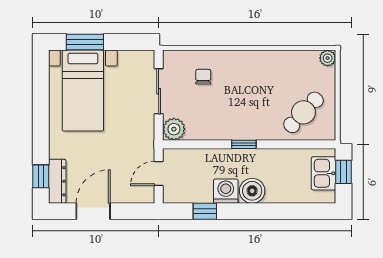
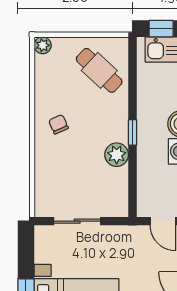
chair: (203, 77) -> (58, 124), moved, turned 66
plant: (174, 129) -> (117, 155), moved

